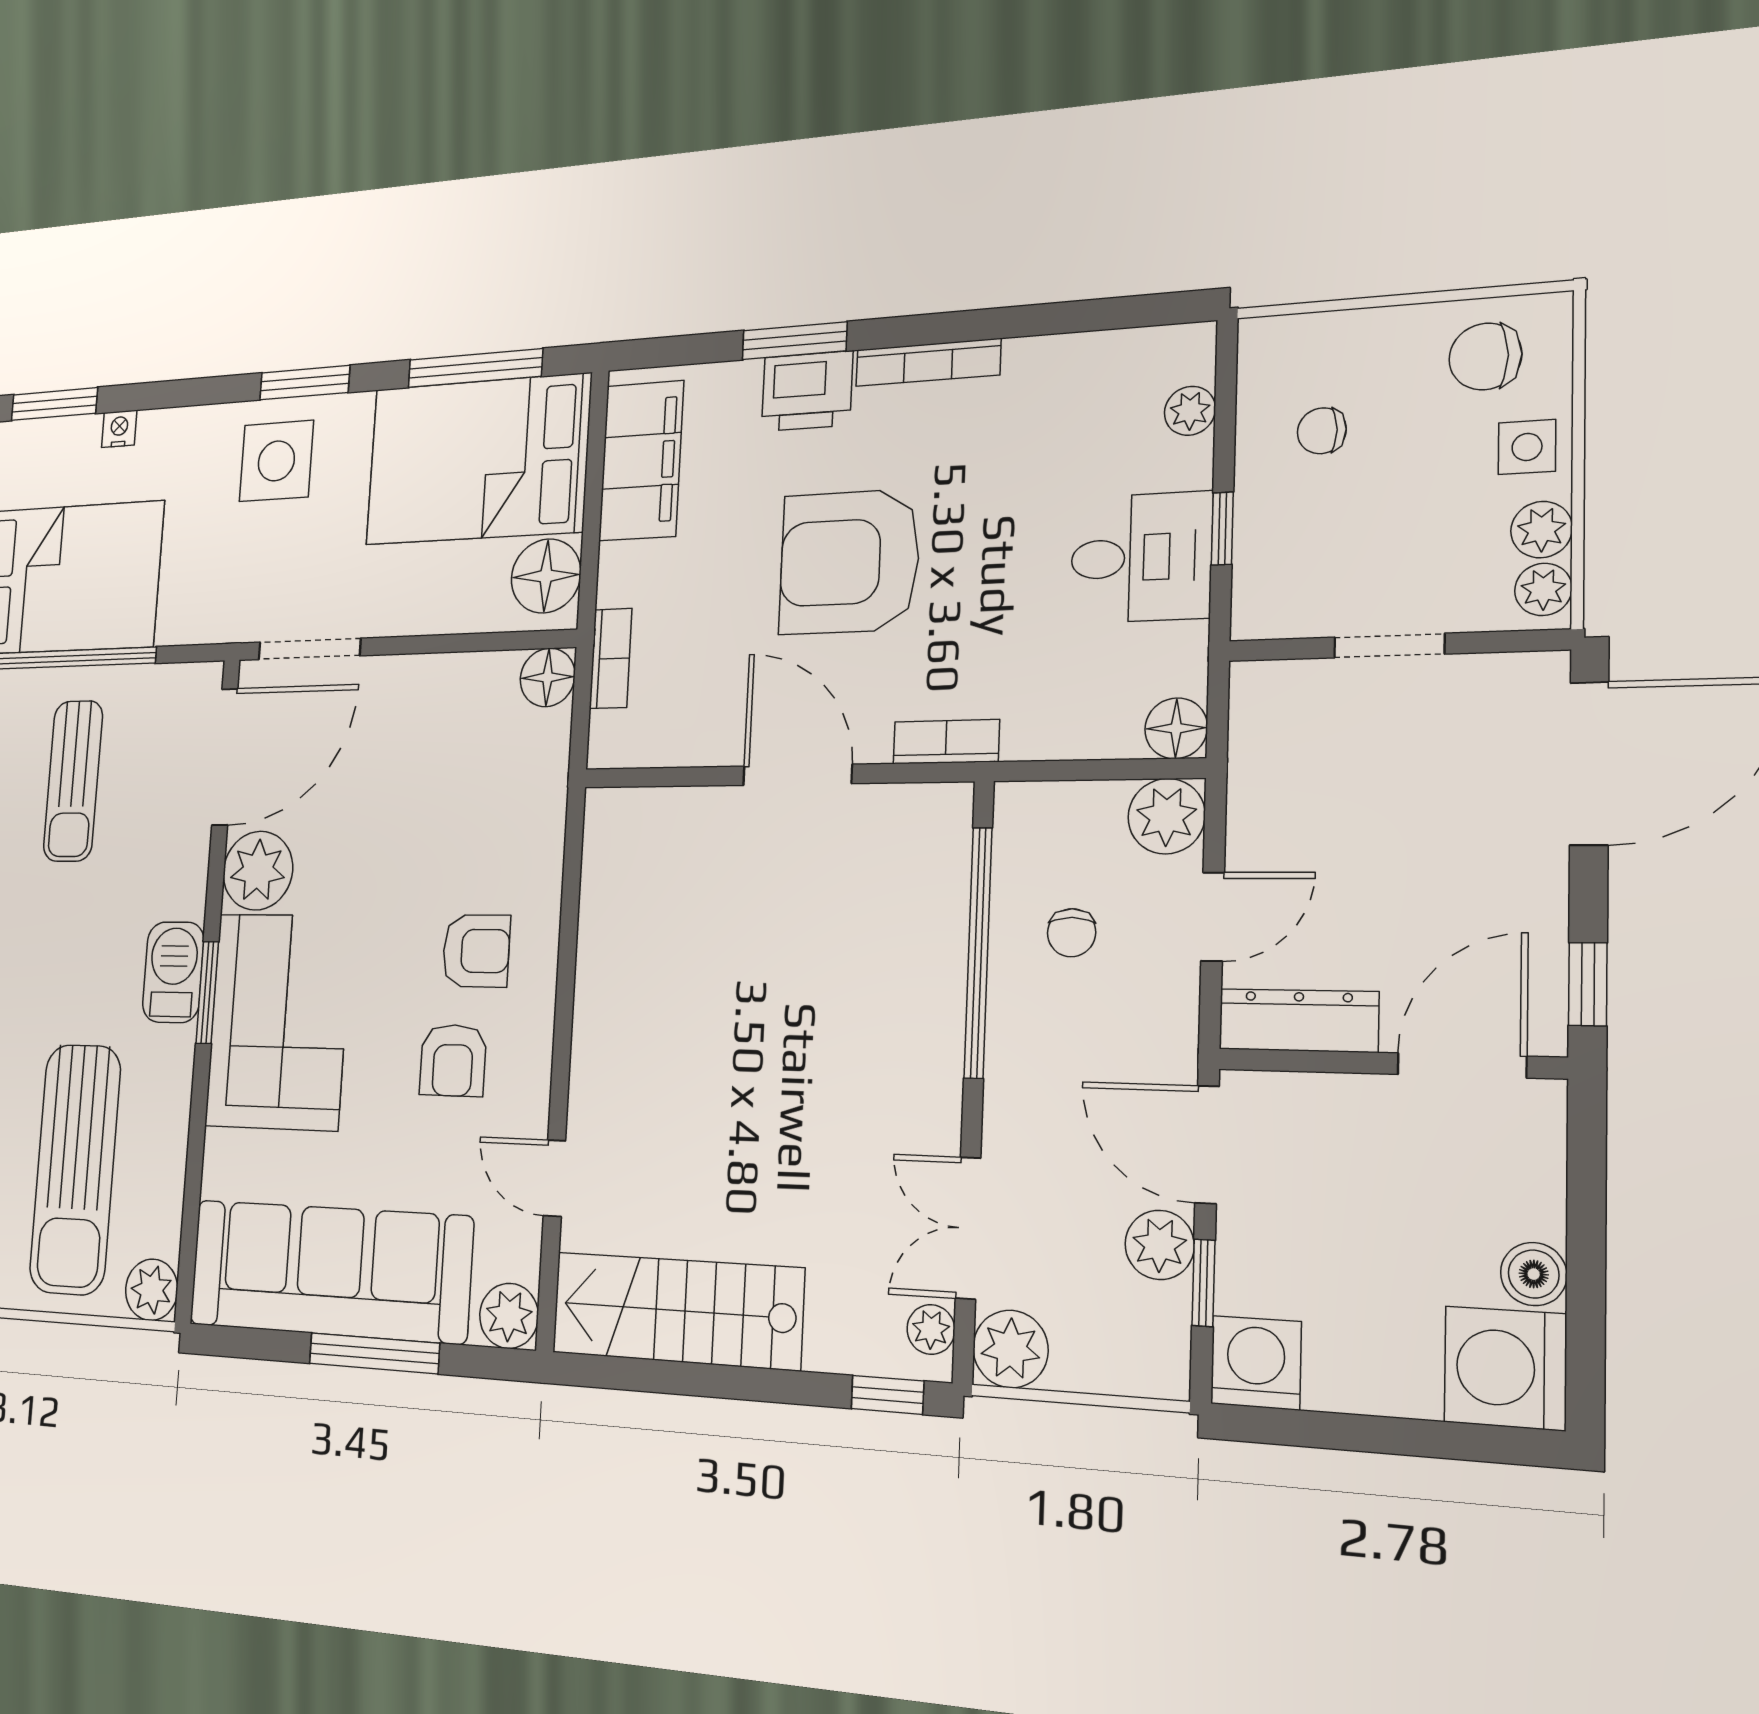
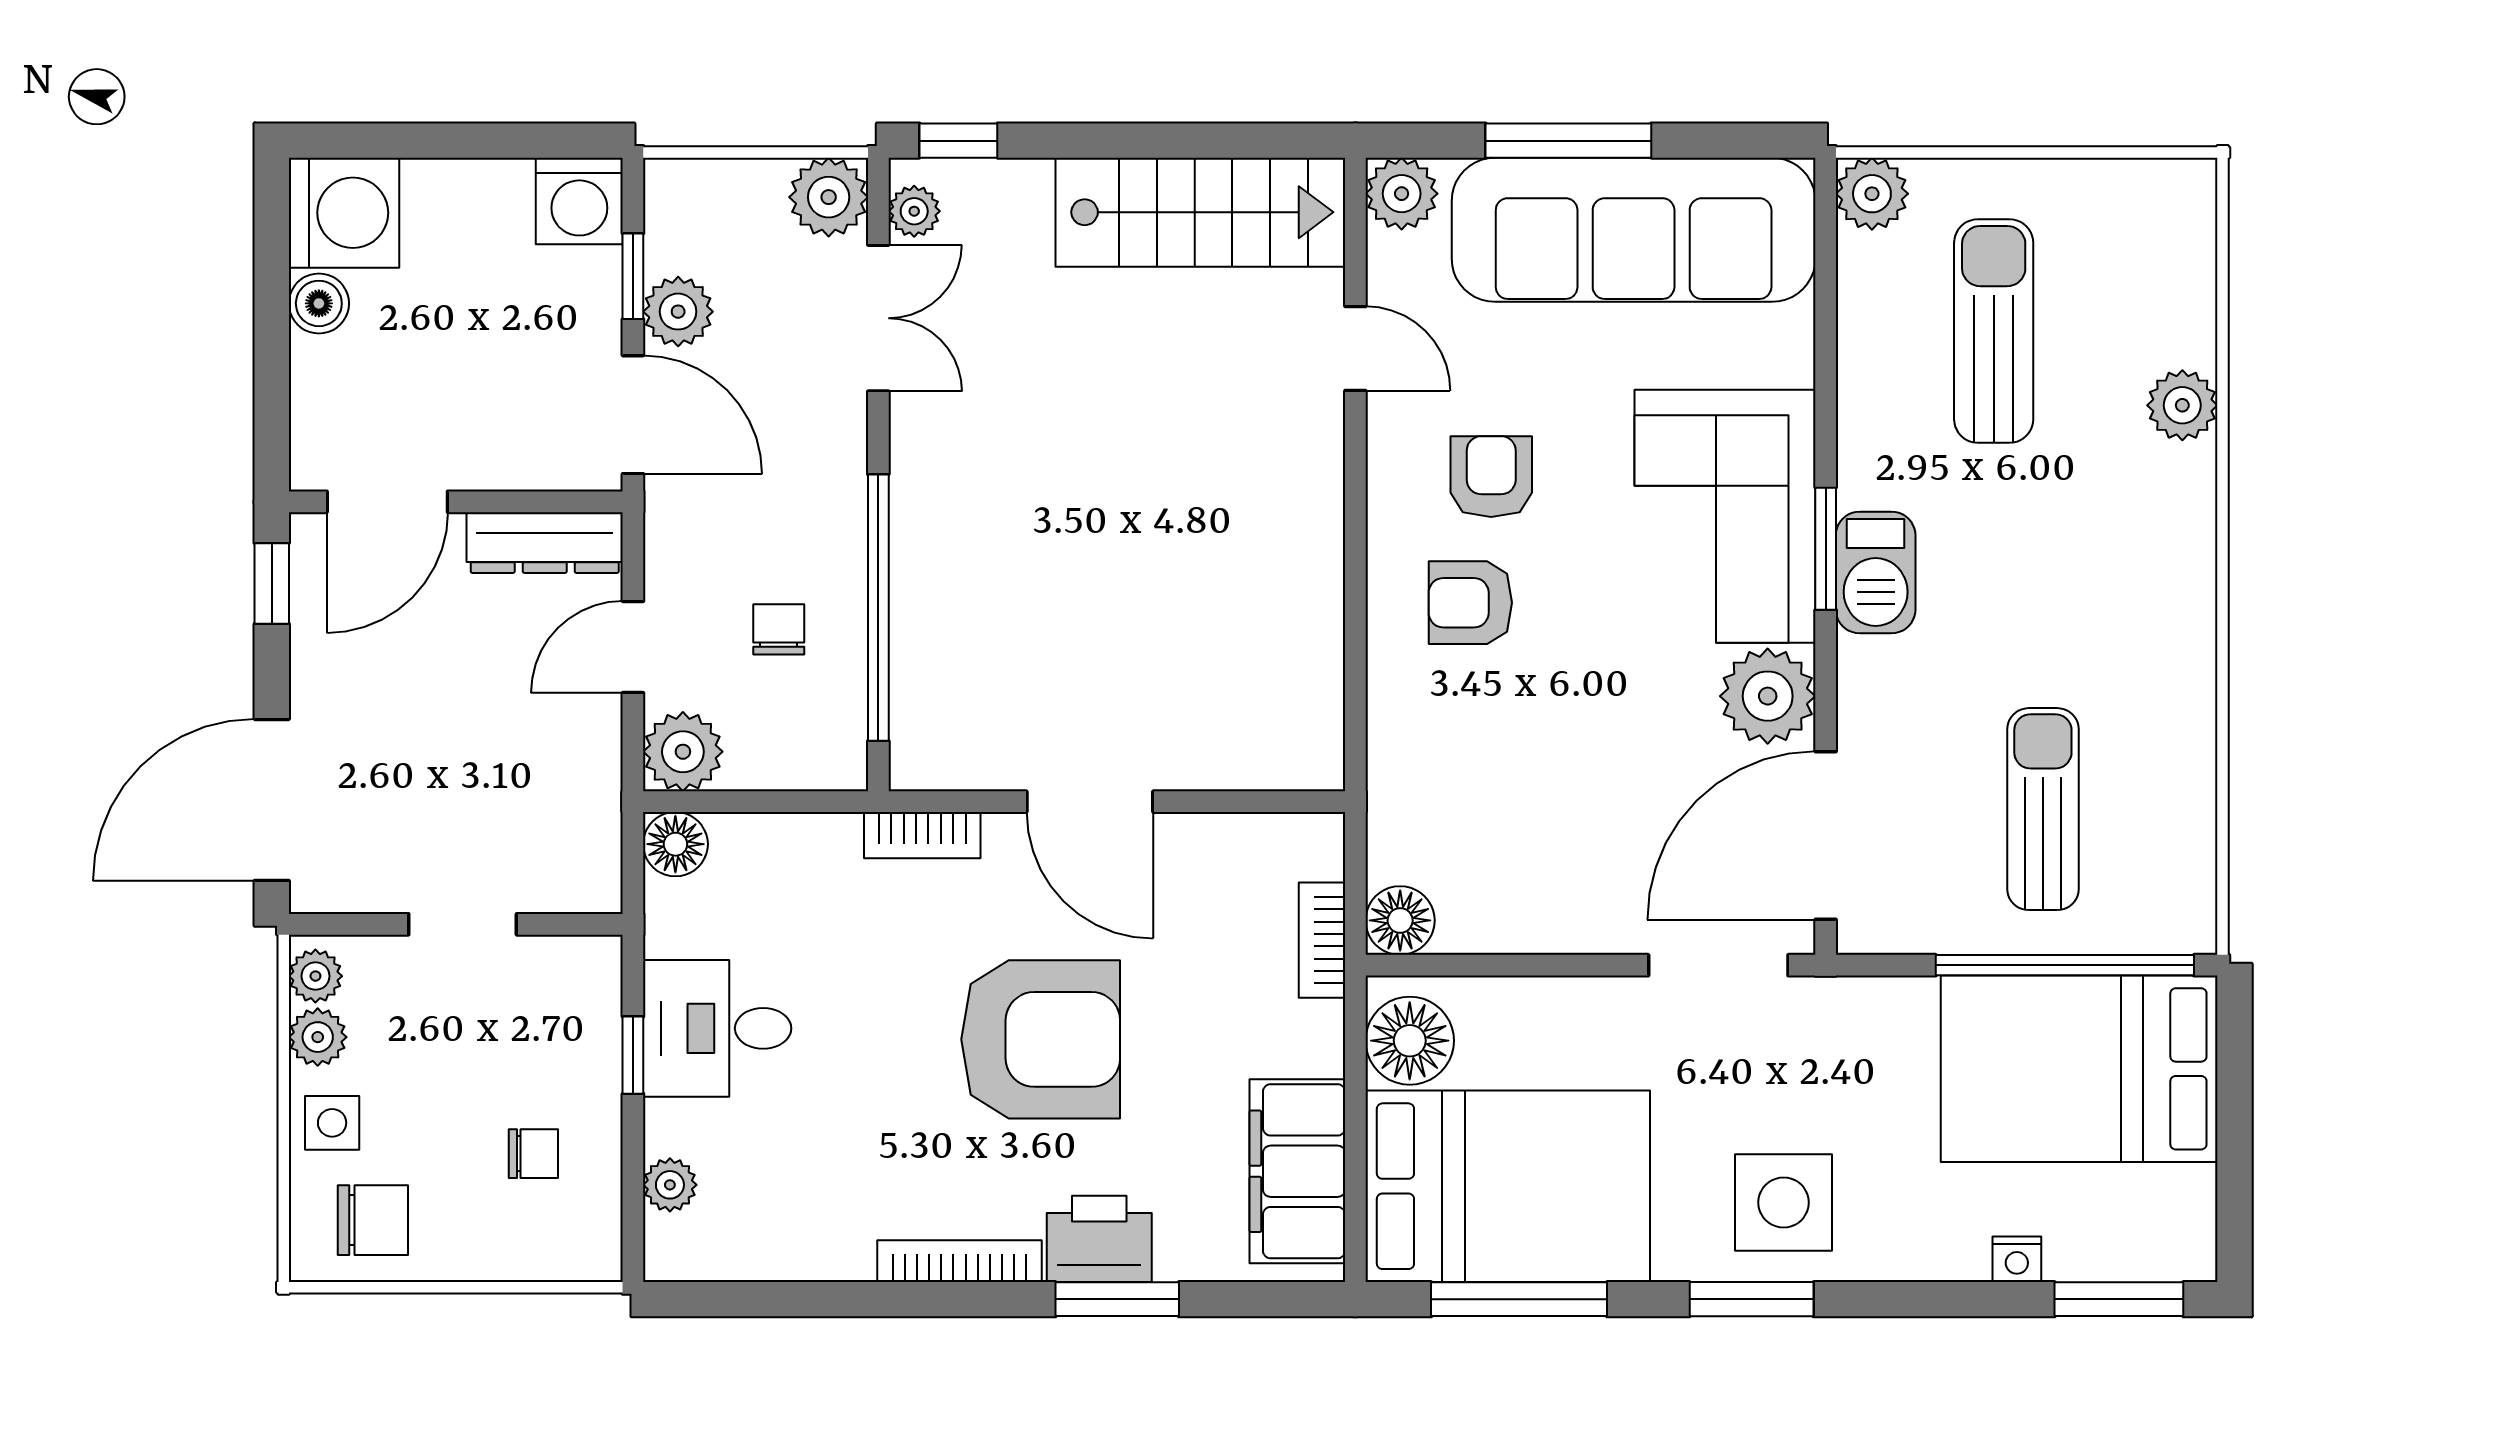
sun lounger: (75, 1169) -> (1994, 331), width x0.73, depth x0.75

